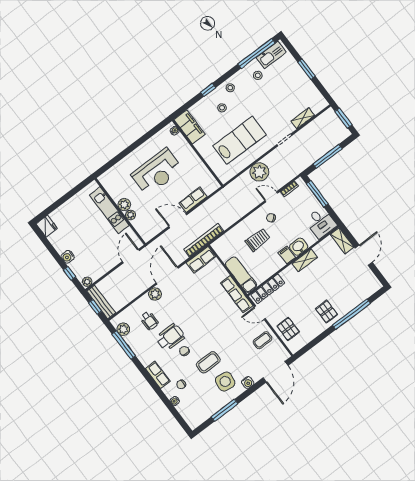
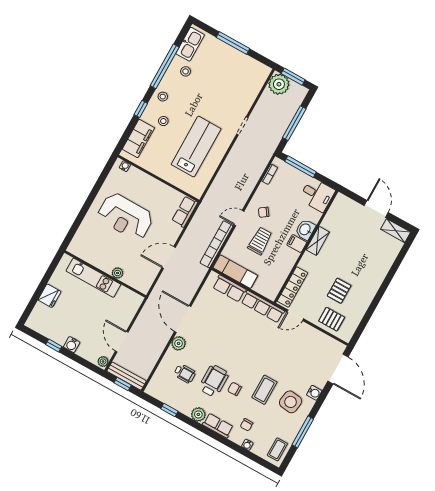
window: (256, 53) -> (165, 66), moved
window: (307, 69) -> (233, 43), width x1.44
shelving: (303, 118) -> (251, 95), removed
filing cabinet: (190, 127) -> (138, 138), moved, turned 90
reception desk: (157, 172) -> (125, 217), turned 90
plant: (259, 172) -> (279, 84), moved
door: (271, 197) -> (239, 218), moved
row of seats: (193, 200) -> (185, 212), moved
plant: (124, 205) -> (106, 265), removed
fridge: (47, 226) -> (50, 296), moved, turned 90
bookcase: (204, 240) -> (216, 244), moved
shelving: (342, 241) -> (396, 231), moved
door: (131, 256) -> (122, 342), moved
row of seats: (201, 260) -> (229, 288), moved, turned 90
window: (70, 273) -> (54, 345), moved
exam couch: (241, 275) -> (235, 272), moved
pallet: (327, 312) -> (339, 291), moved, turned 90
window: (351, 314) -> (390, 275), removed
plant: (123, 329) -> (198, 414), moved
coffee table: (262, 340) -> (277, 449), moved
window: (124, 345) -> (169, 410), width x0.46

